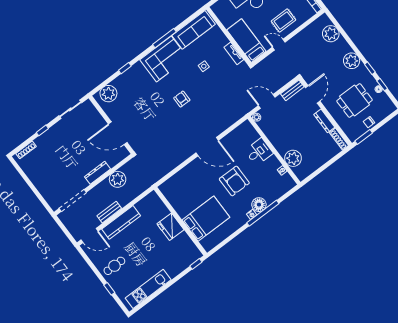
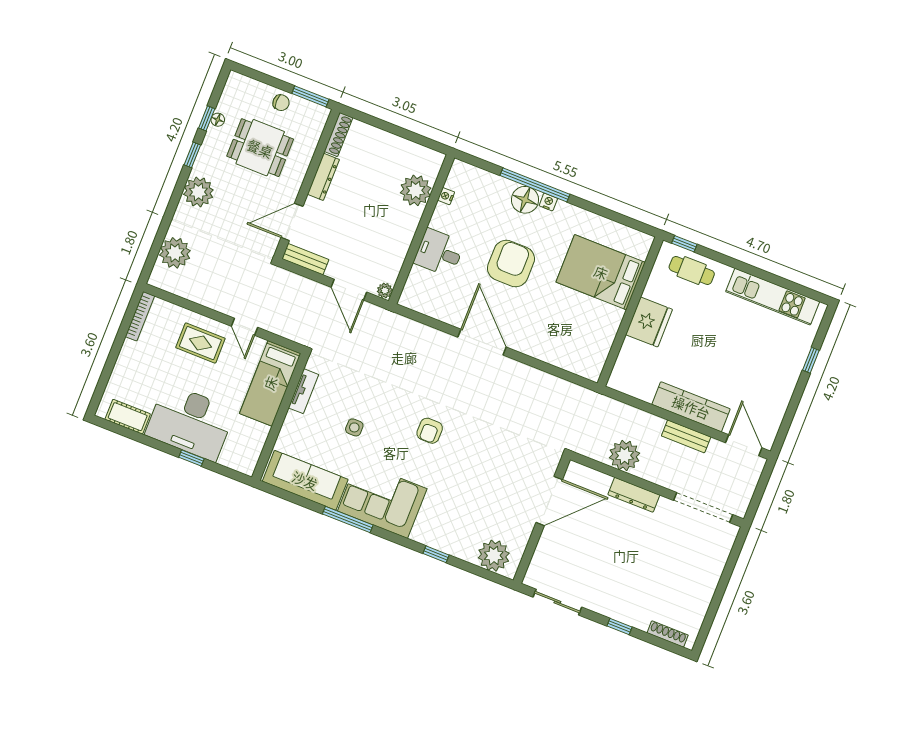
door: (118, 133) -> (549, 501), hinge flipped
cafe table: (114, 266) -> (692, 271), moved

